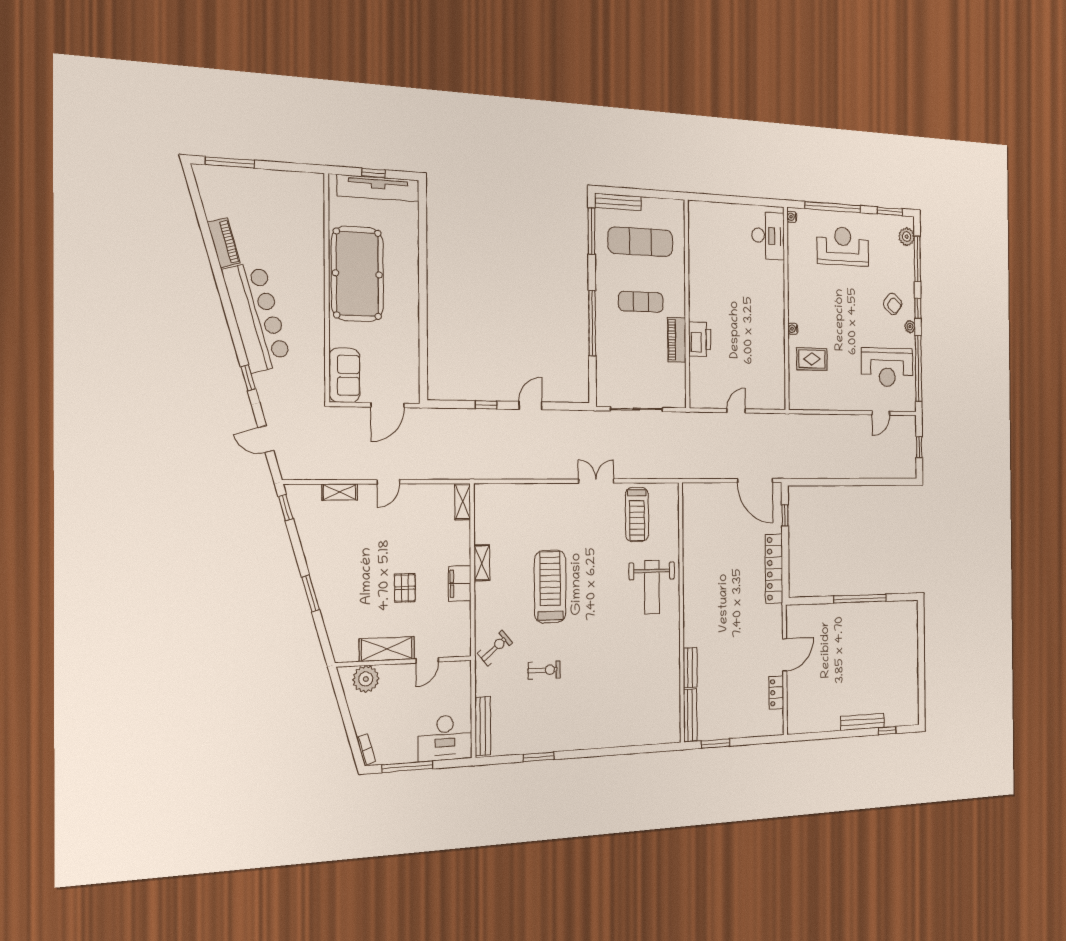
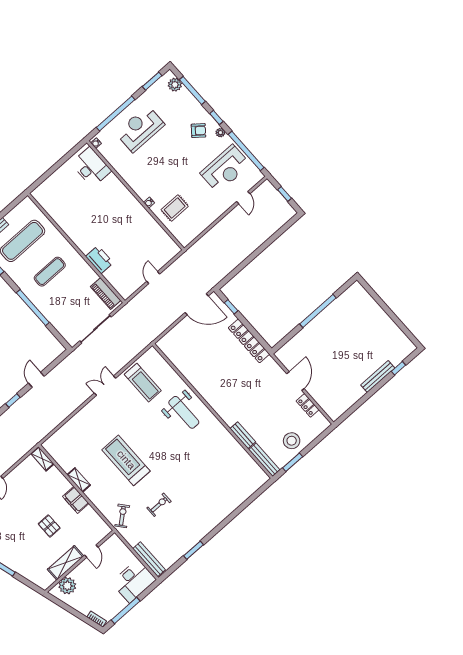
piano: (677, 340) -> (106, 293), moved
stool: (732, 718) -> (292, 441), added

